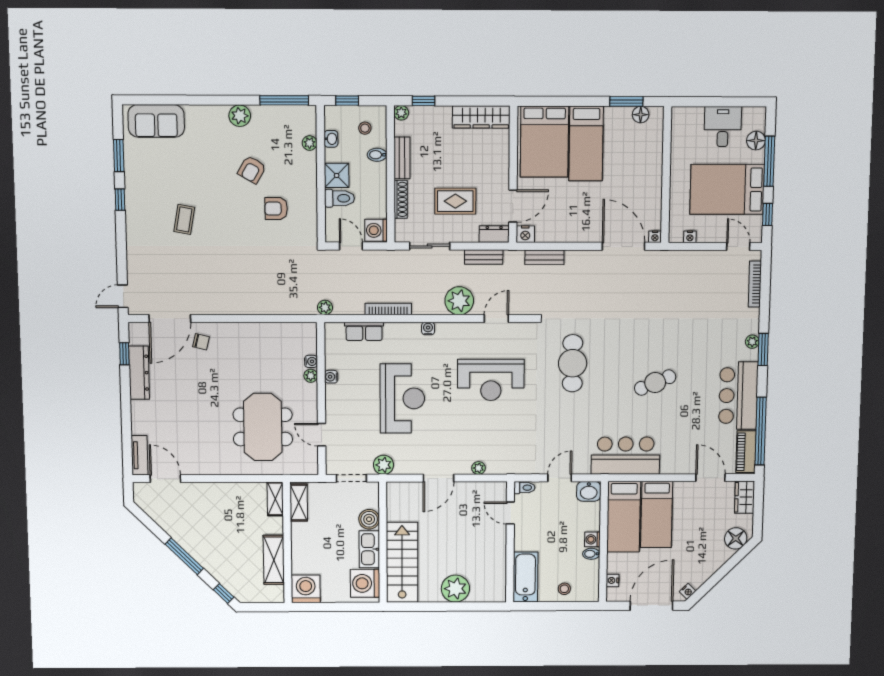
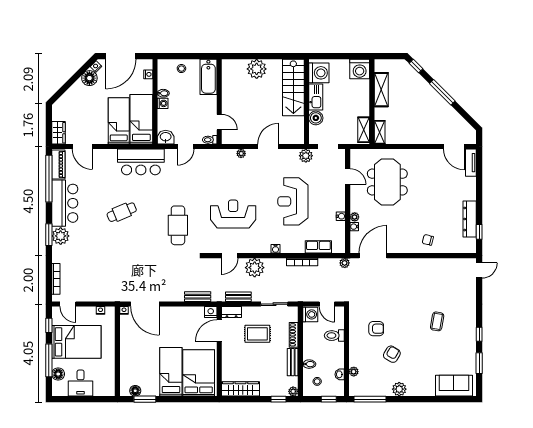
shower: (337, 175) -> (336, 350), removed
door: (170, 318) -> (373, 256), moved
plant: (752, 342) -> (61, 236), width x1.87, depth x1.87
floor lamp: (736, 538) -> (89, 78), moved

